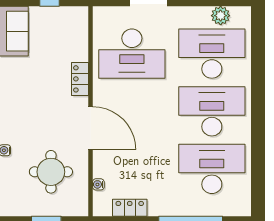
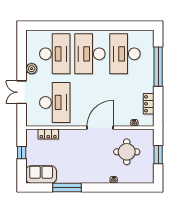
plant: (221, 16) -> (32, 69), moved
desk: (212, 54) -> (55, 54), turned 180
locker: (80, 79) -> (48, 134), moved

